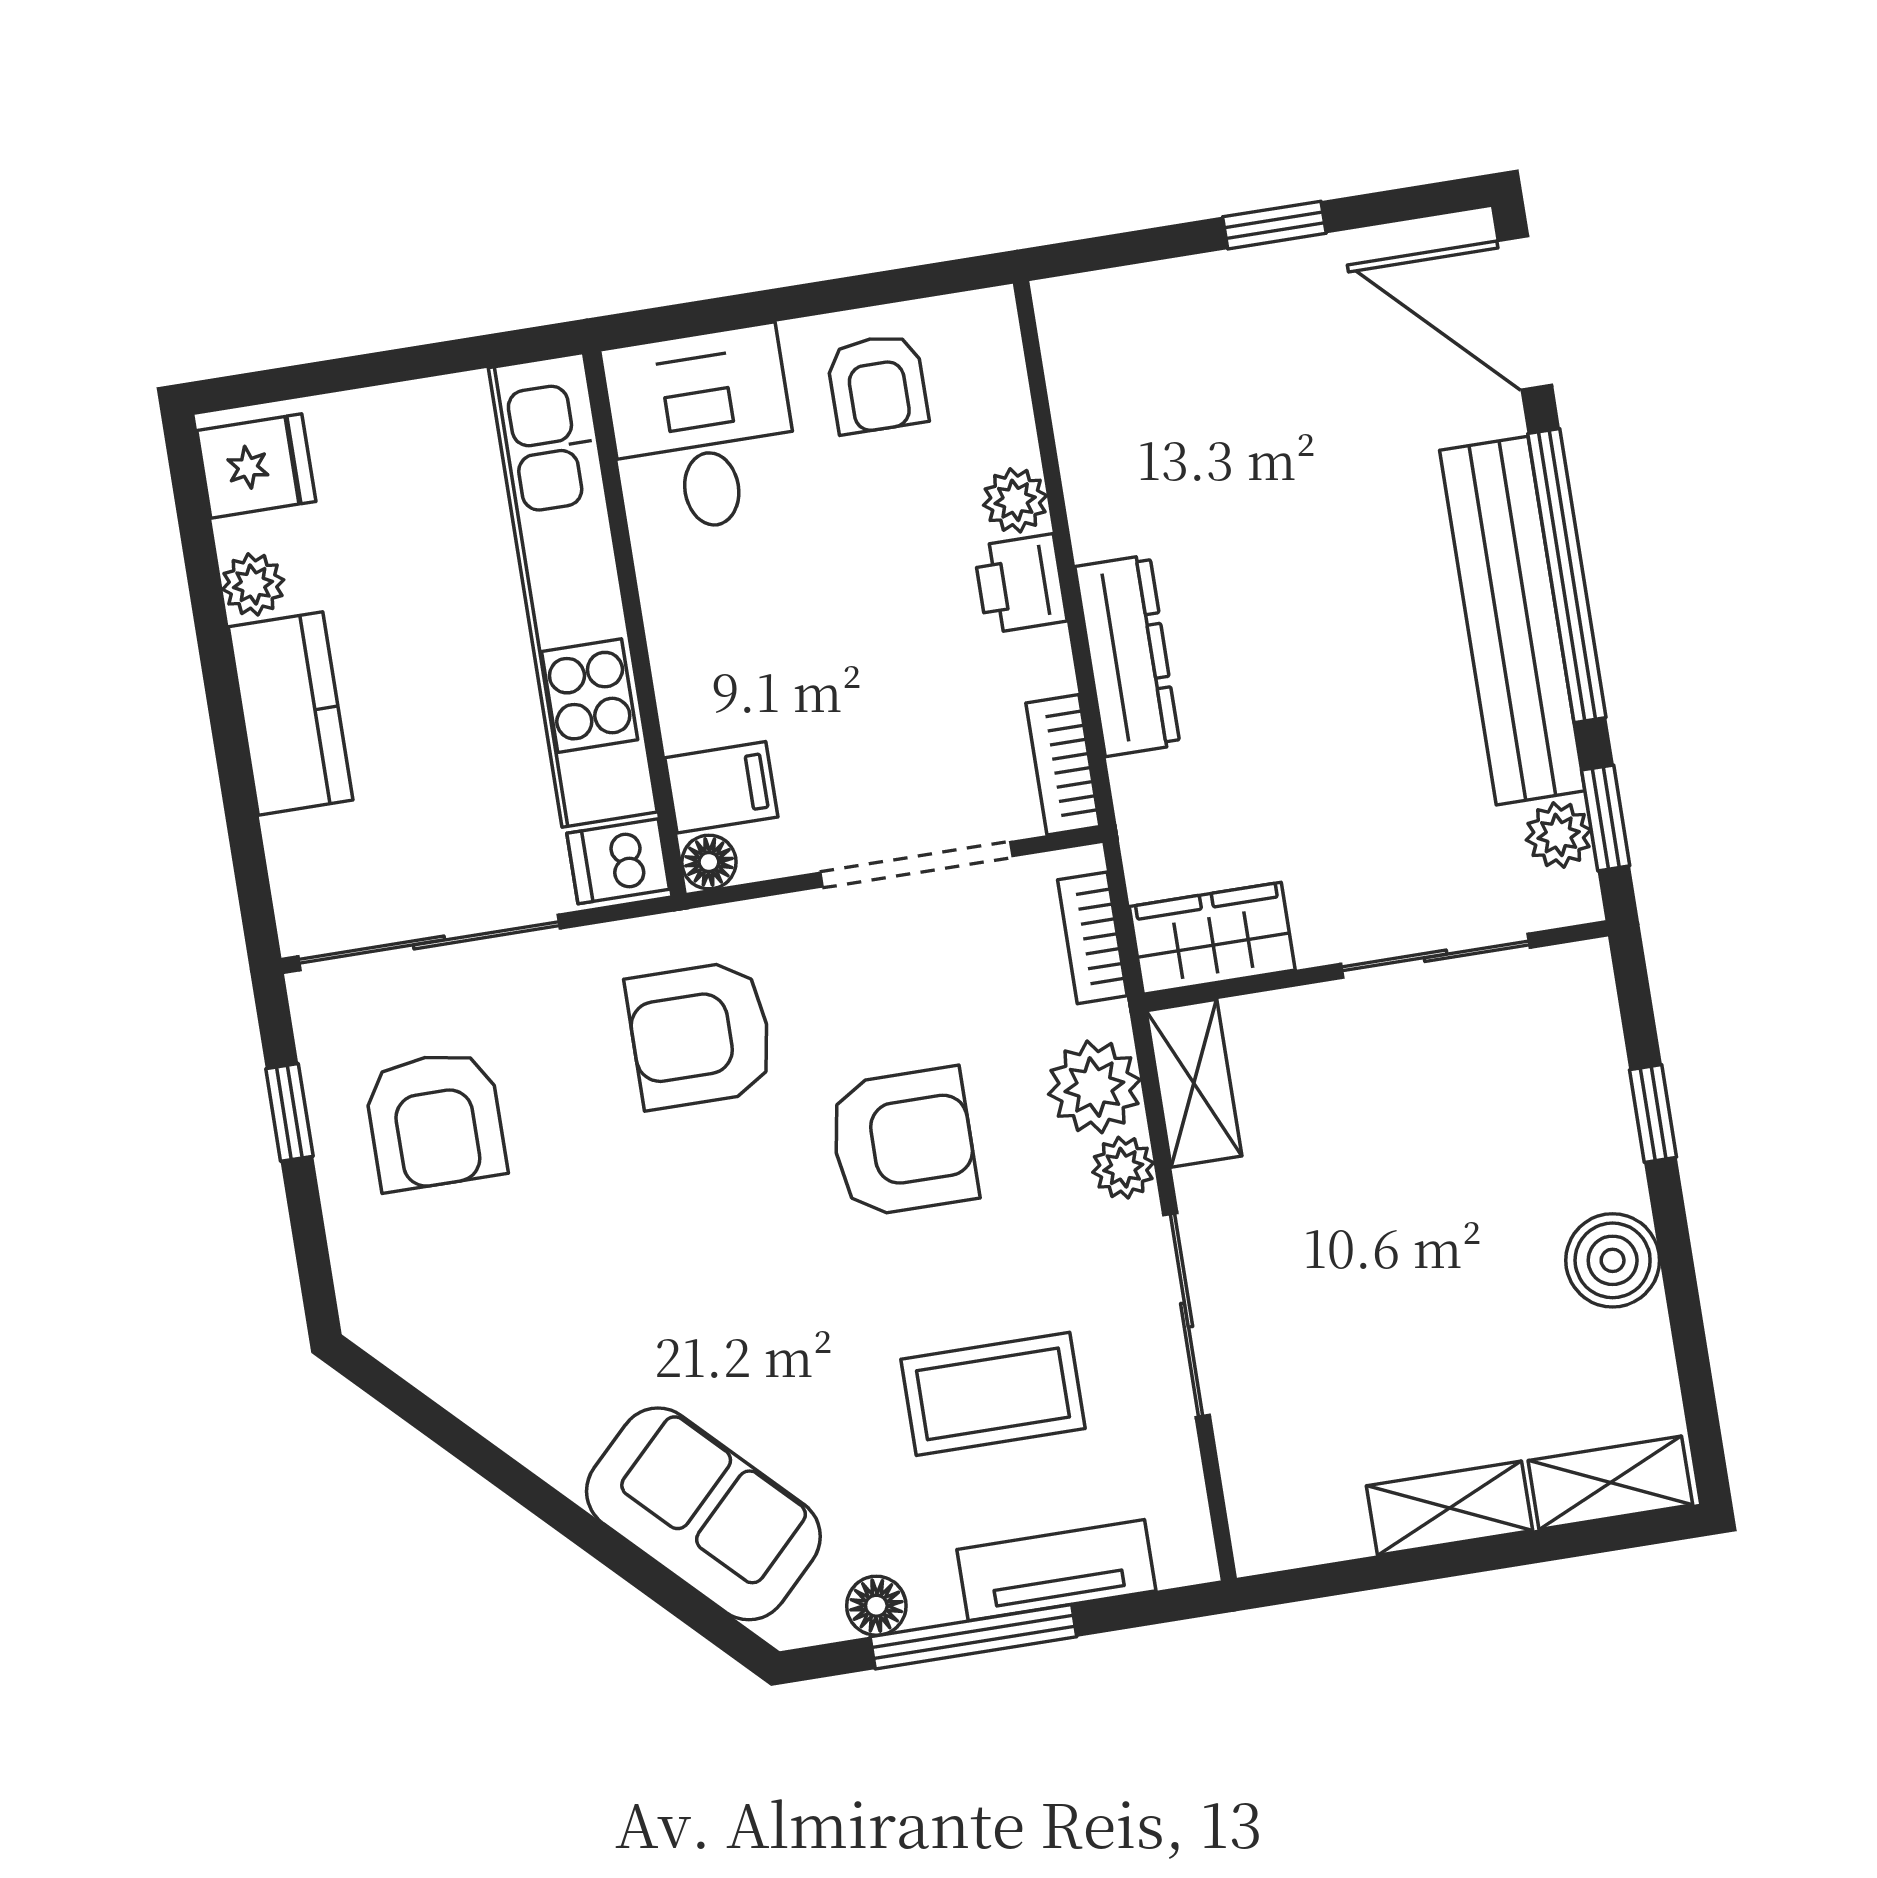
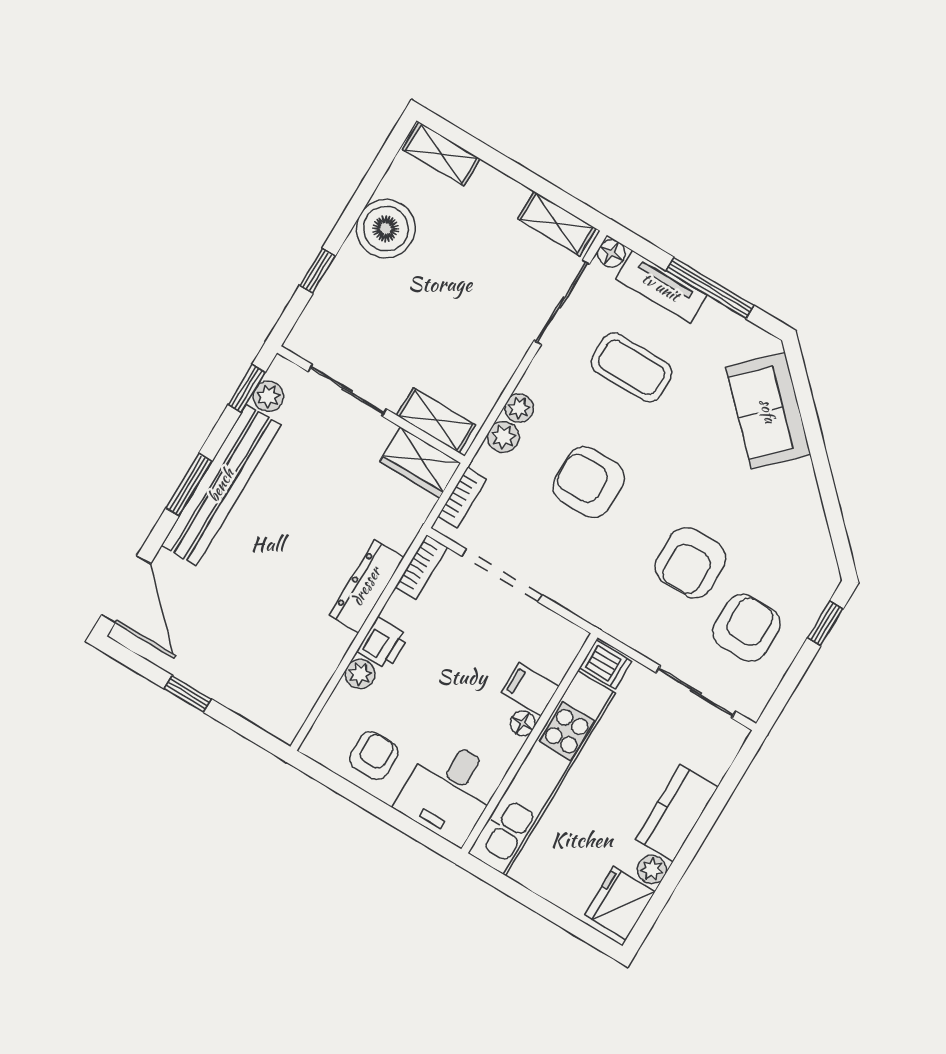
fridge: (256, 466) -> (620, 903), width x1.38
window: (1567, 576) -> (189, 485), width x0.47
filing cabinet: (721, 787) -> (530, 689), moved
floor lamp: (709, 862) -> (523, 723), moved
sliding door: (429, 942) -> (696, 692), width x0.73
armchair: (700, 1035) -> (690, 563), moved, turned 90
shelving: (1194, 1083) -> (436, 420), moved, turned 90
plant: (1094, 1087) -> (503, 437), width x0.73, depth x0.73
window: (289, 1112) -> (825, 623), moved
boiler: (1613, 1260) -> (386, 229), width x1.37, depth x1.37
sliding door: (1187, 1315) -> (562, 302), moved
shelving: (1450, 1508) -> (557, 224), moved
floor lamp: (876, 1606) -> (611, 253), moved

